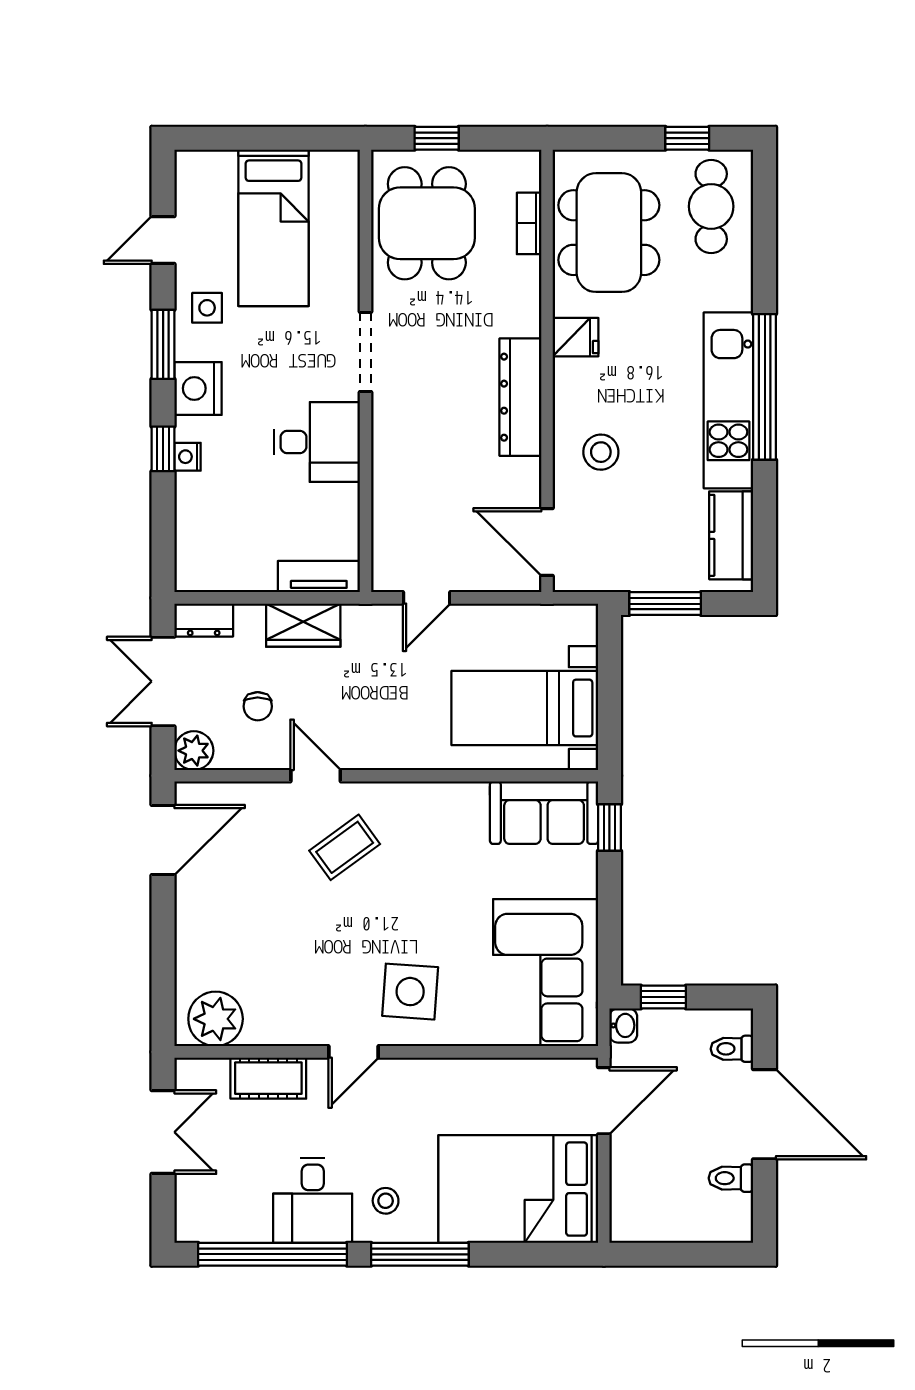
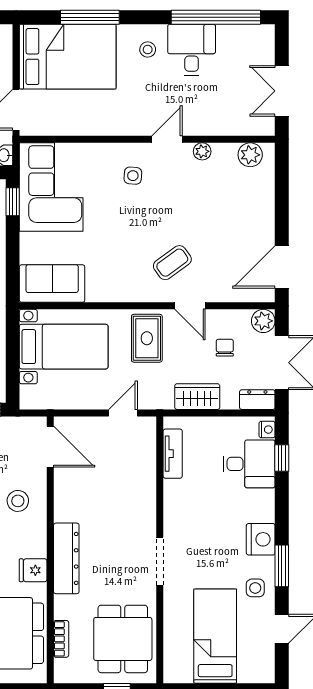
dresser: (520, 397) -> (66, 558), moved
desk: (317, 442) -> (249, 464), moved, turned 180
window: (163, 449) -> (282, 458), moved
nightstand: (188, 457) -> (267, 430), moved
tv unit: (319, 577) -> (173, 454), moved, turned -90
rug: (387, 722) -> (147, 338), added
window: (609, 827) -> (13, 202), moved
side table: (410, 992) -> (133, 176), width x0.54, depth x0.54
plant: (216, 1019) -> (250, 155), width x0.73, depth x0.73
plant: (295, 1032) -> (202, 151), added
cot: (268, 1078) -> (218, 123), removed
window: (420, 1254) -> (90, 17), moved

